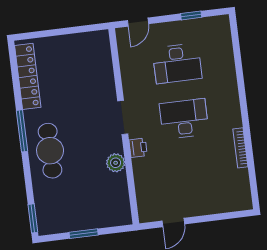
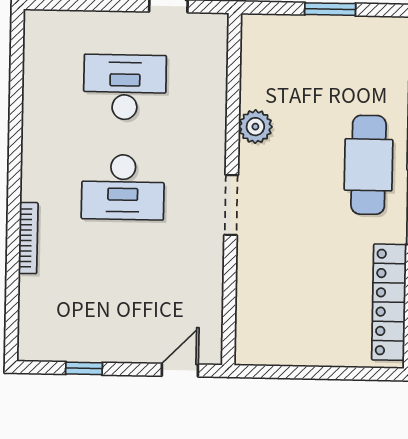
desk: (177, 63) -> (125, 87), moved
printer: (138, 148) -> (212, 148), removed
bookcase: (240, 148) -> (28, 238), moved

